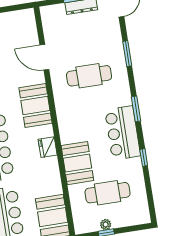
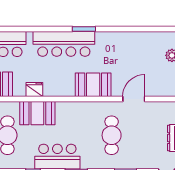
fridge: (48, 147) -> (34, 90), moved

